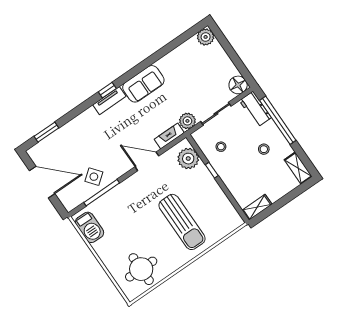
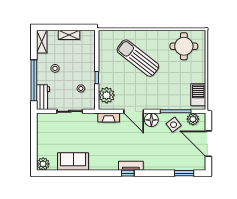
sofa: (143, 84) -> (73, 161), moved
floor lamp: (238, 85) -> (151, 120), moved
plant: (187, 121) -> (193, 119), moved
shelving: (257, 207) -> (69, 35), moved
sun lounger: (182, 222) -> (138, 58), turned -52

